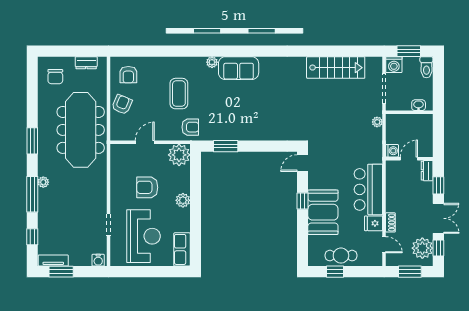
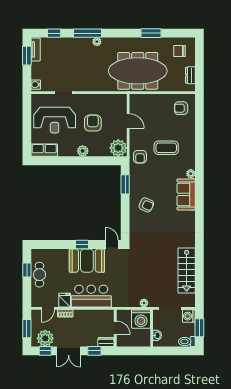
armchair: (122, 104) -> (146, 205), moved
window: (32, 141) -> (151, 33), moved
washing machine: (392, 151) -> (141, 319), moved, width x1.89, depth x1.89
booth: (323, 212) -> (87, 261), moved

